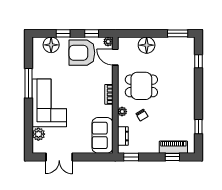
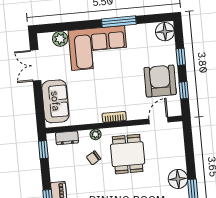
plant: (108, 42) -> (176, 111), removed
floor lamp: (51, 45) -> (165, 32), moved
floor lamp: (147, 45) -> (178, 179), moved
sofa: (102, 135) -> (55, 101), moved, turned 90

